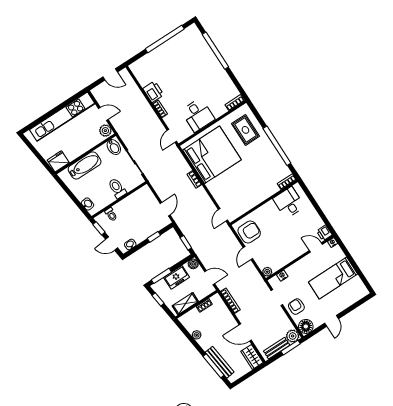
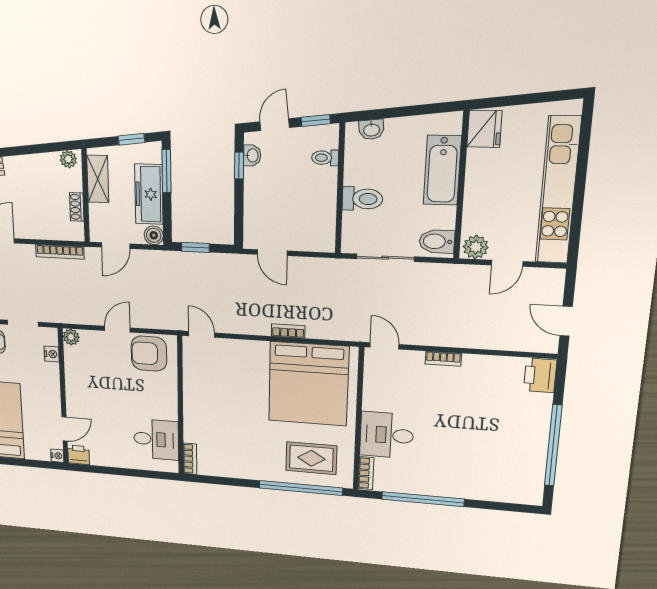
window: (215, 51) -> (423, 499), moved
door: (110, 74) -> (566, 321), hinge flipped
printer: (153, 92) -> (540, 375), moved, turned 90
desk: (198, 115) -> (387, 435), moved
window: (277, 146) -> (301, 488), moved
armchair: (249, 232) -> (149, 354), turned 90
window: (154, 237) -> (239, 166), moved
door: (248, 253) -> (117, 329), hinge flipped
freezer: (177, 277) -> (149, 194), width x1.40
plant: (197, 335) -> (68, 159), moved

